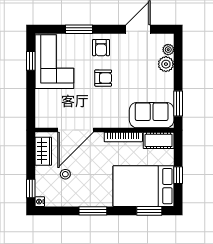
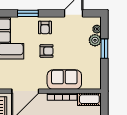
window: (178, 103) -> (104, 49), moved
sofa: (152, 115) -> (64, 80), moved

